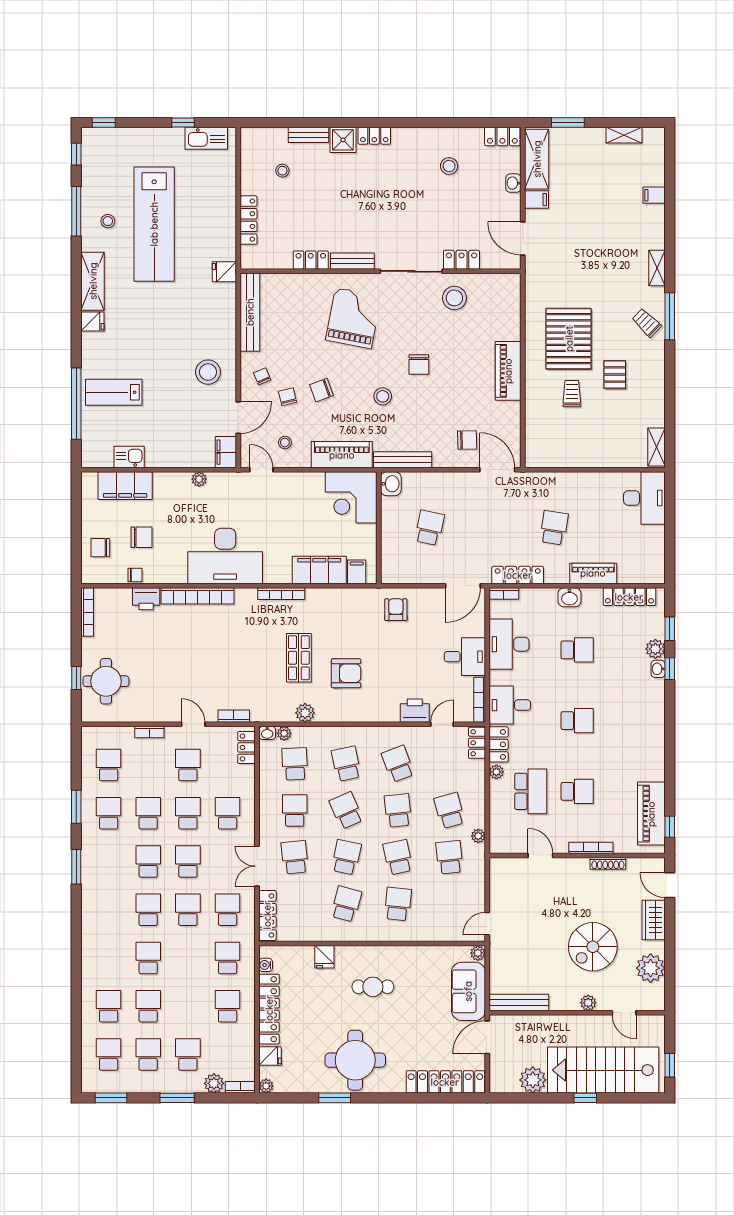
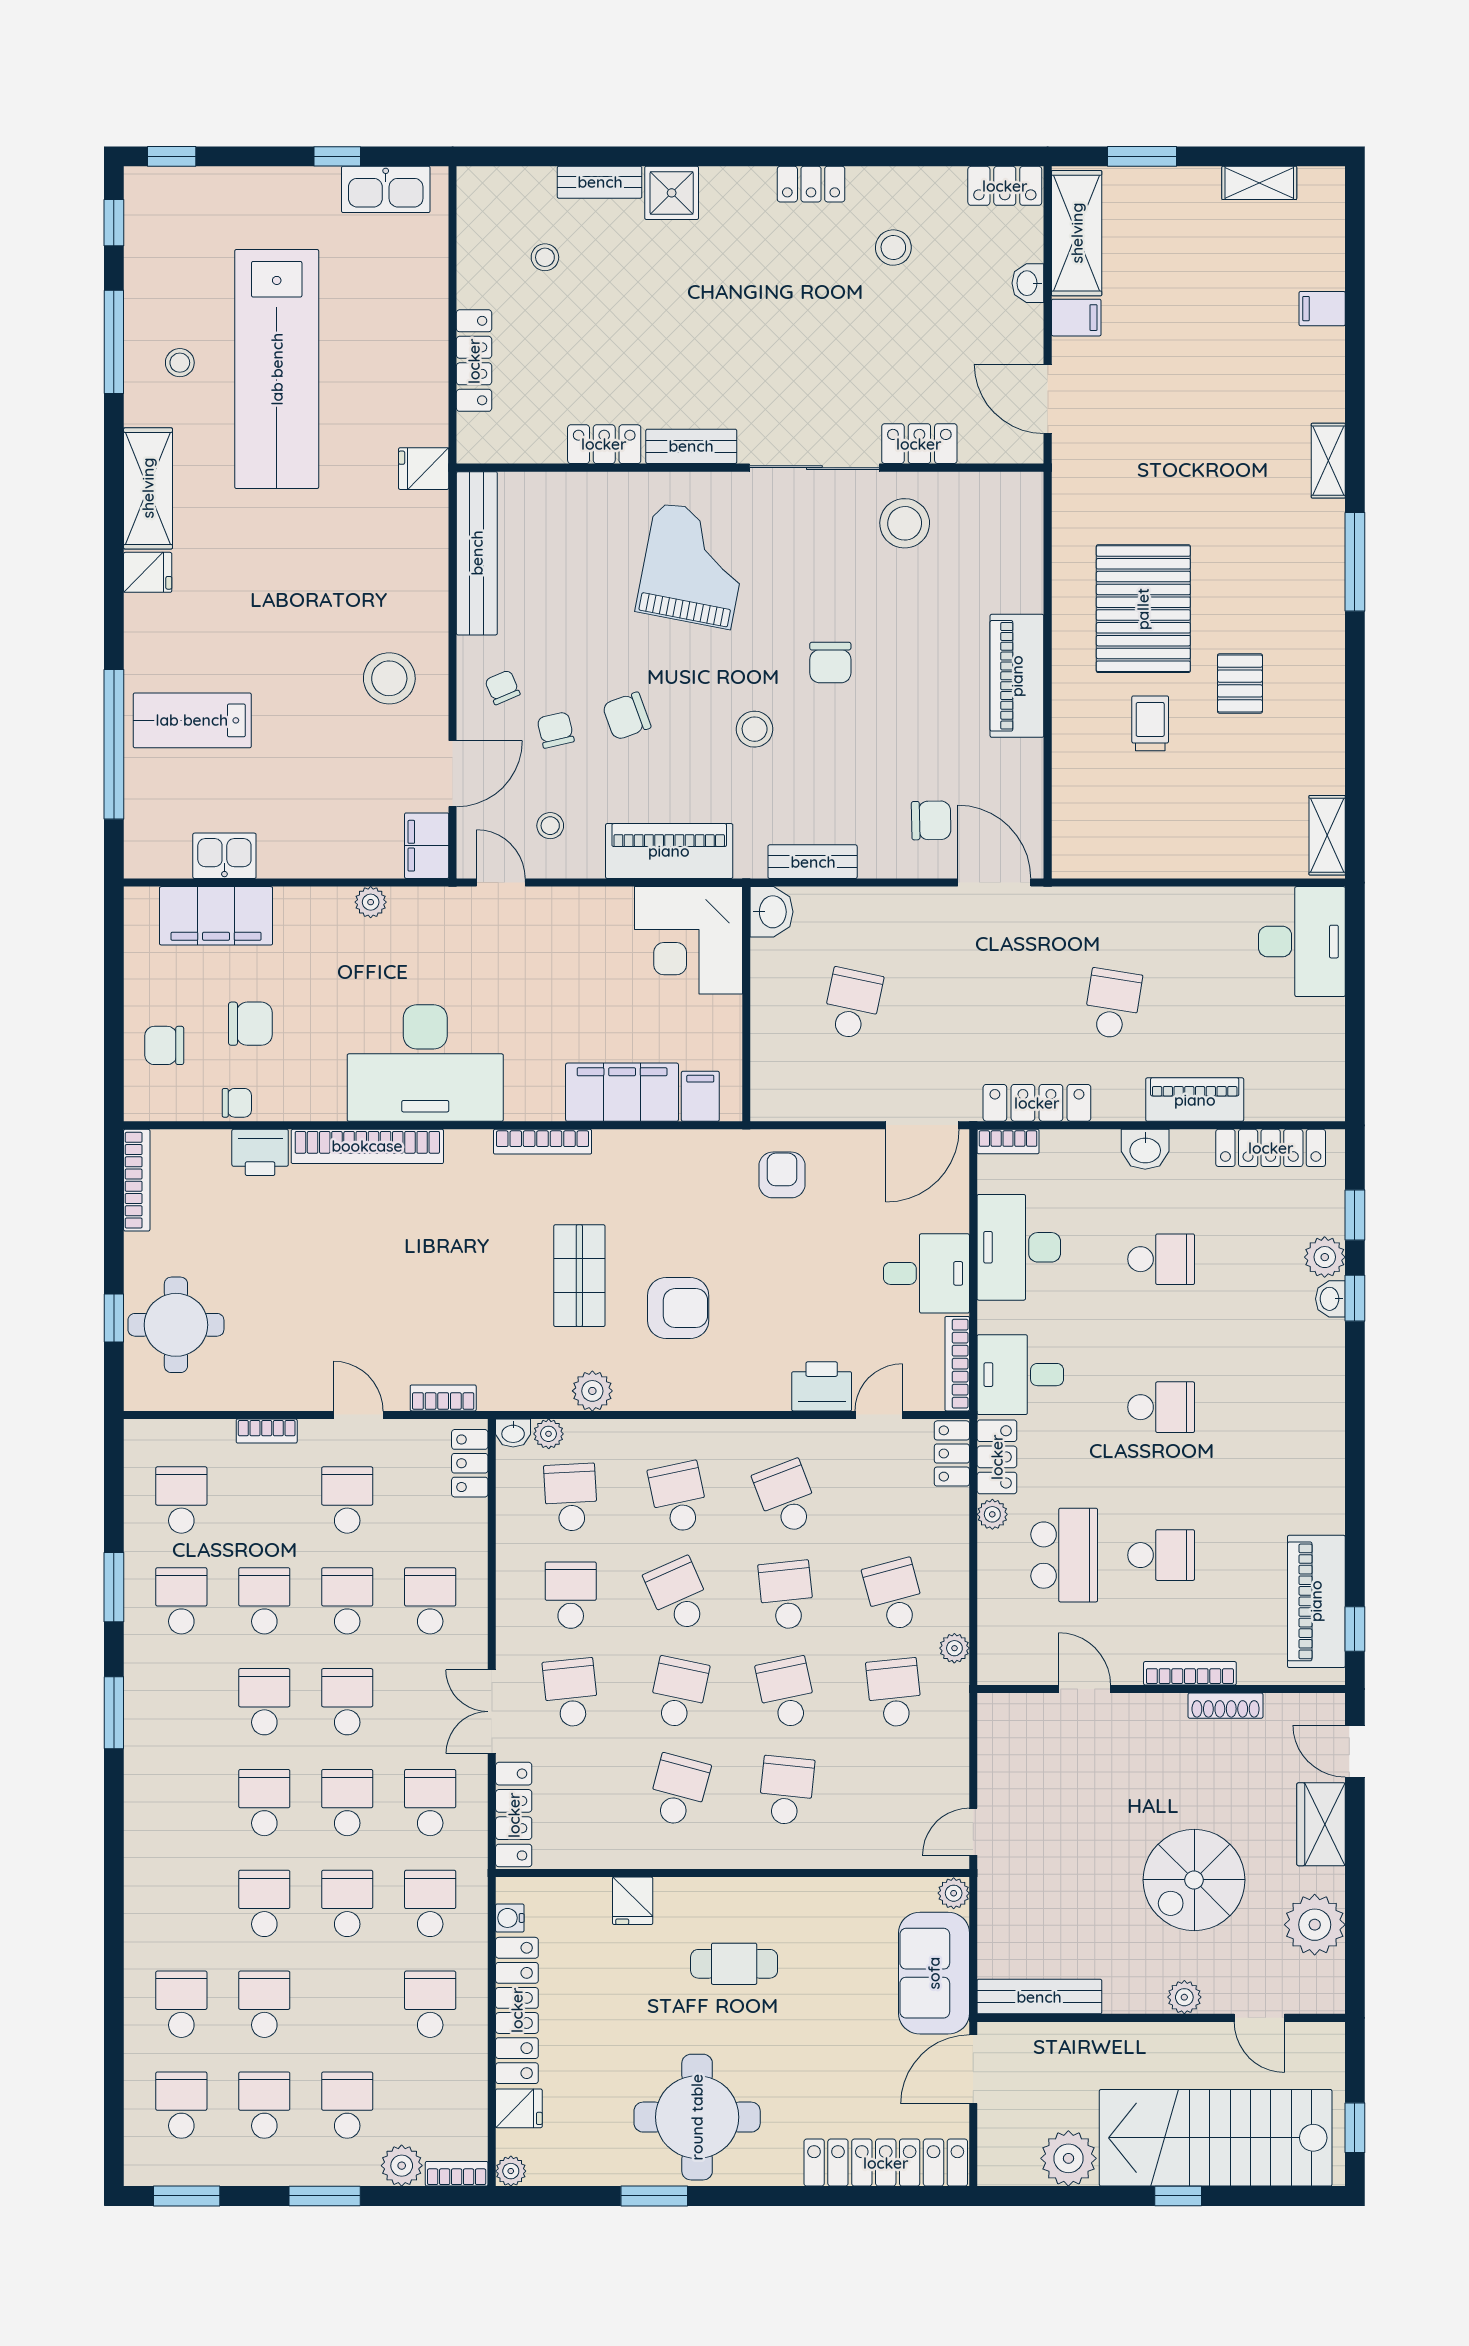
locker: (374, 136) -> (811, 184), moved
trolley: (647, 323) -> (1307, 575), removed
bench: (403, 460) -> (813, 862), width x0.73
school desk: (188, 958) -> (347, 1903), added

